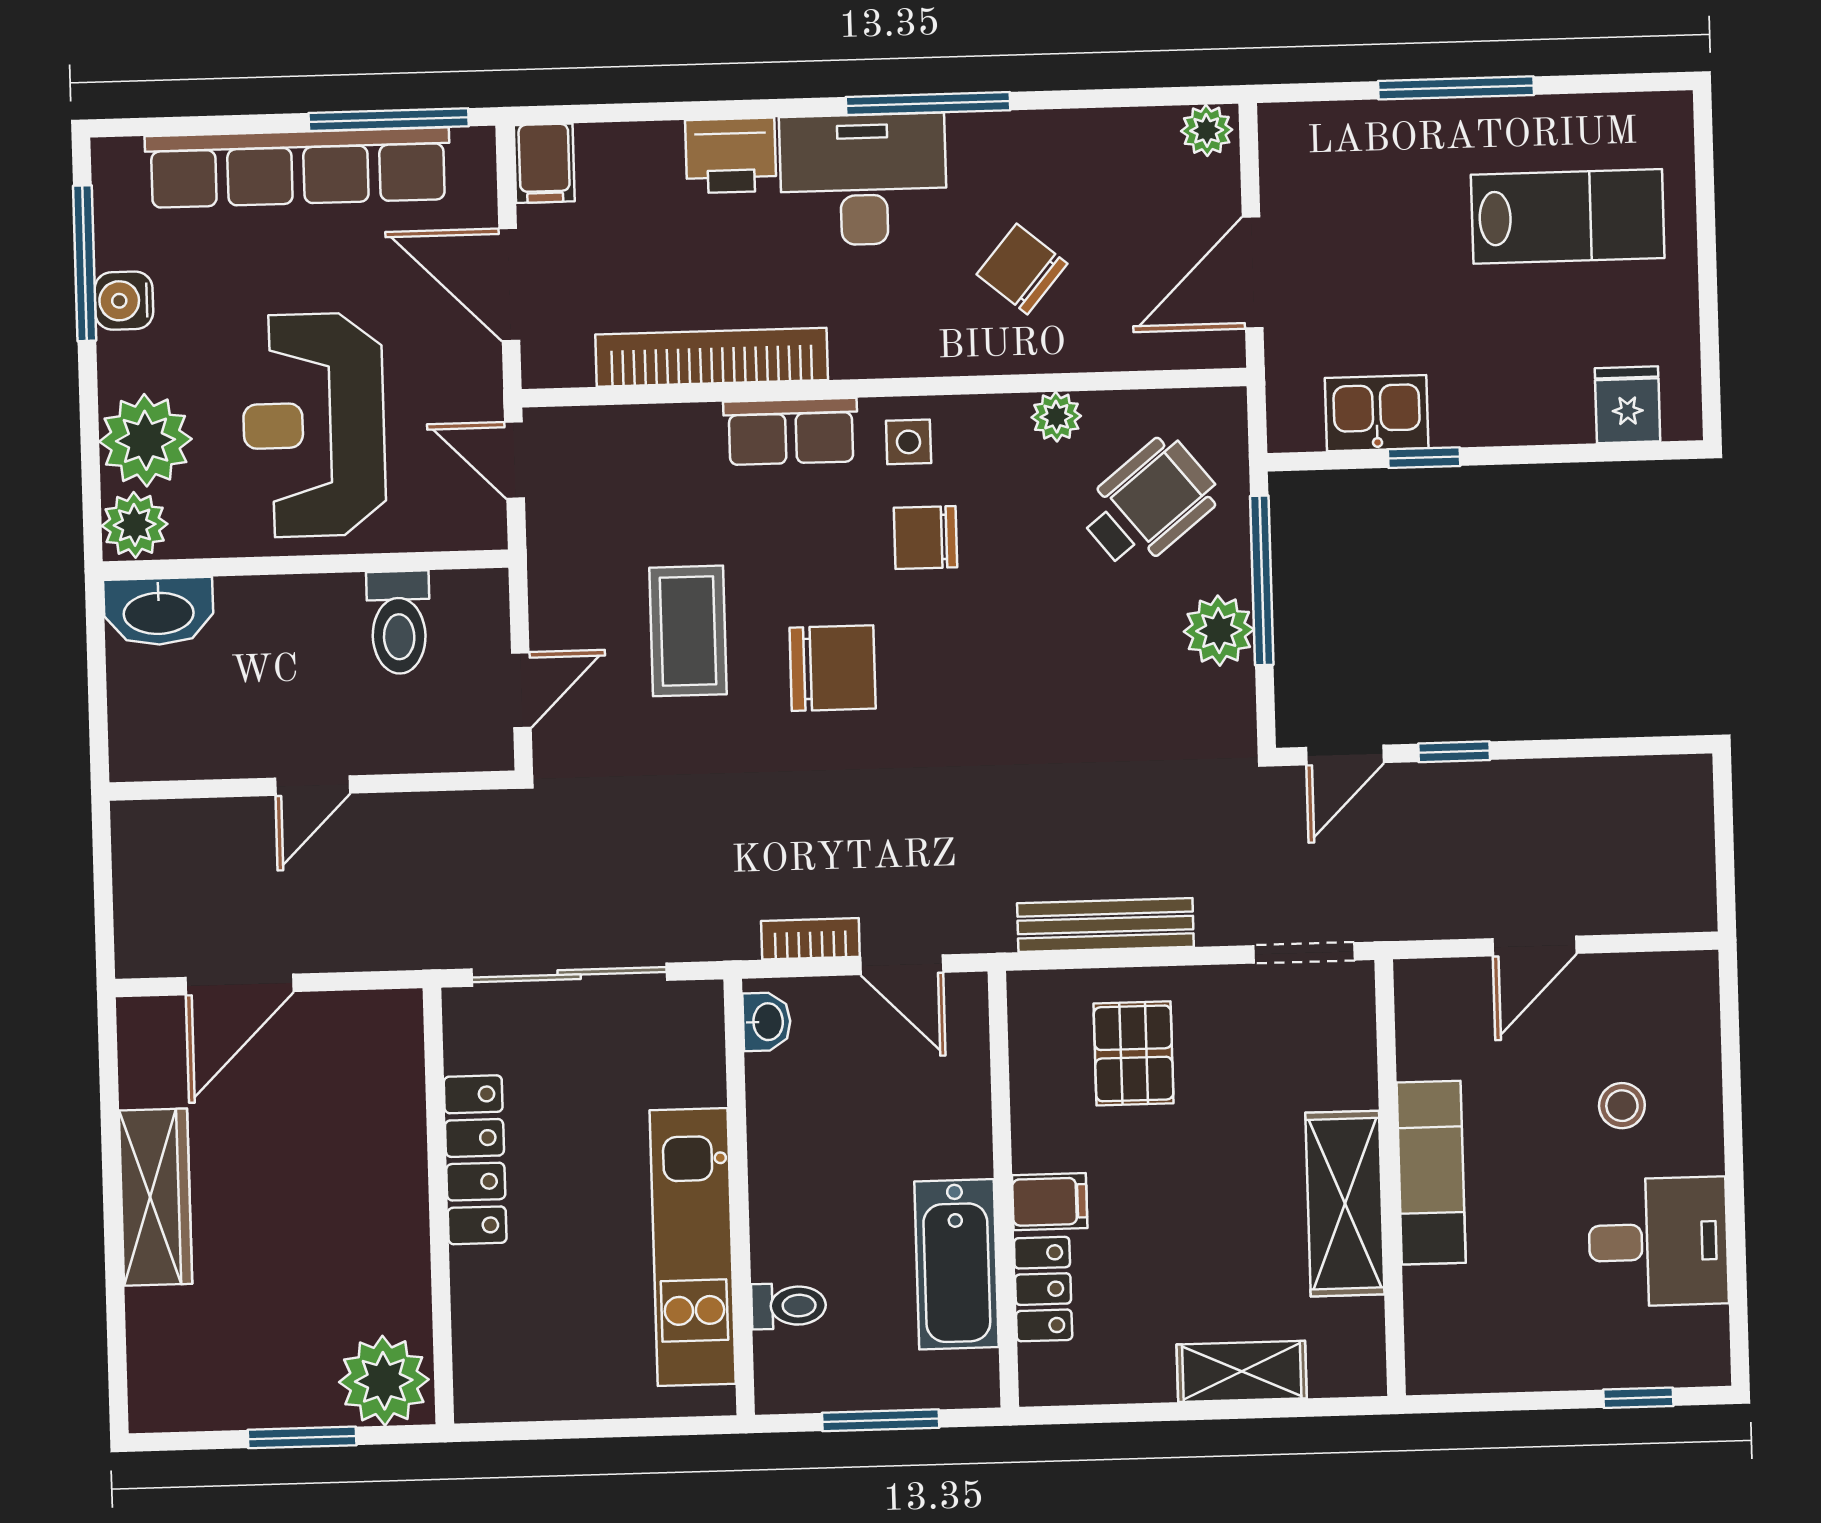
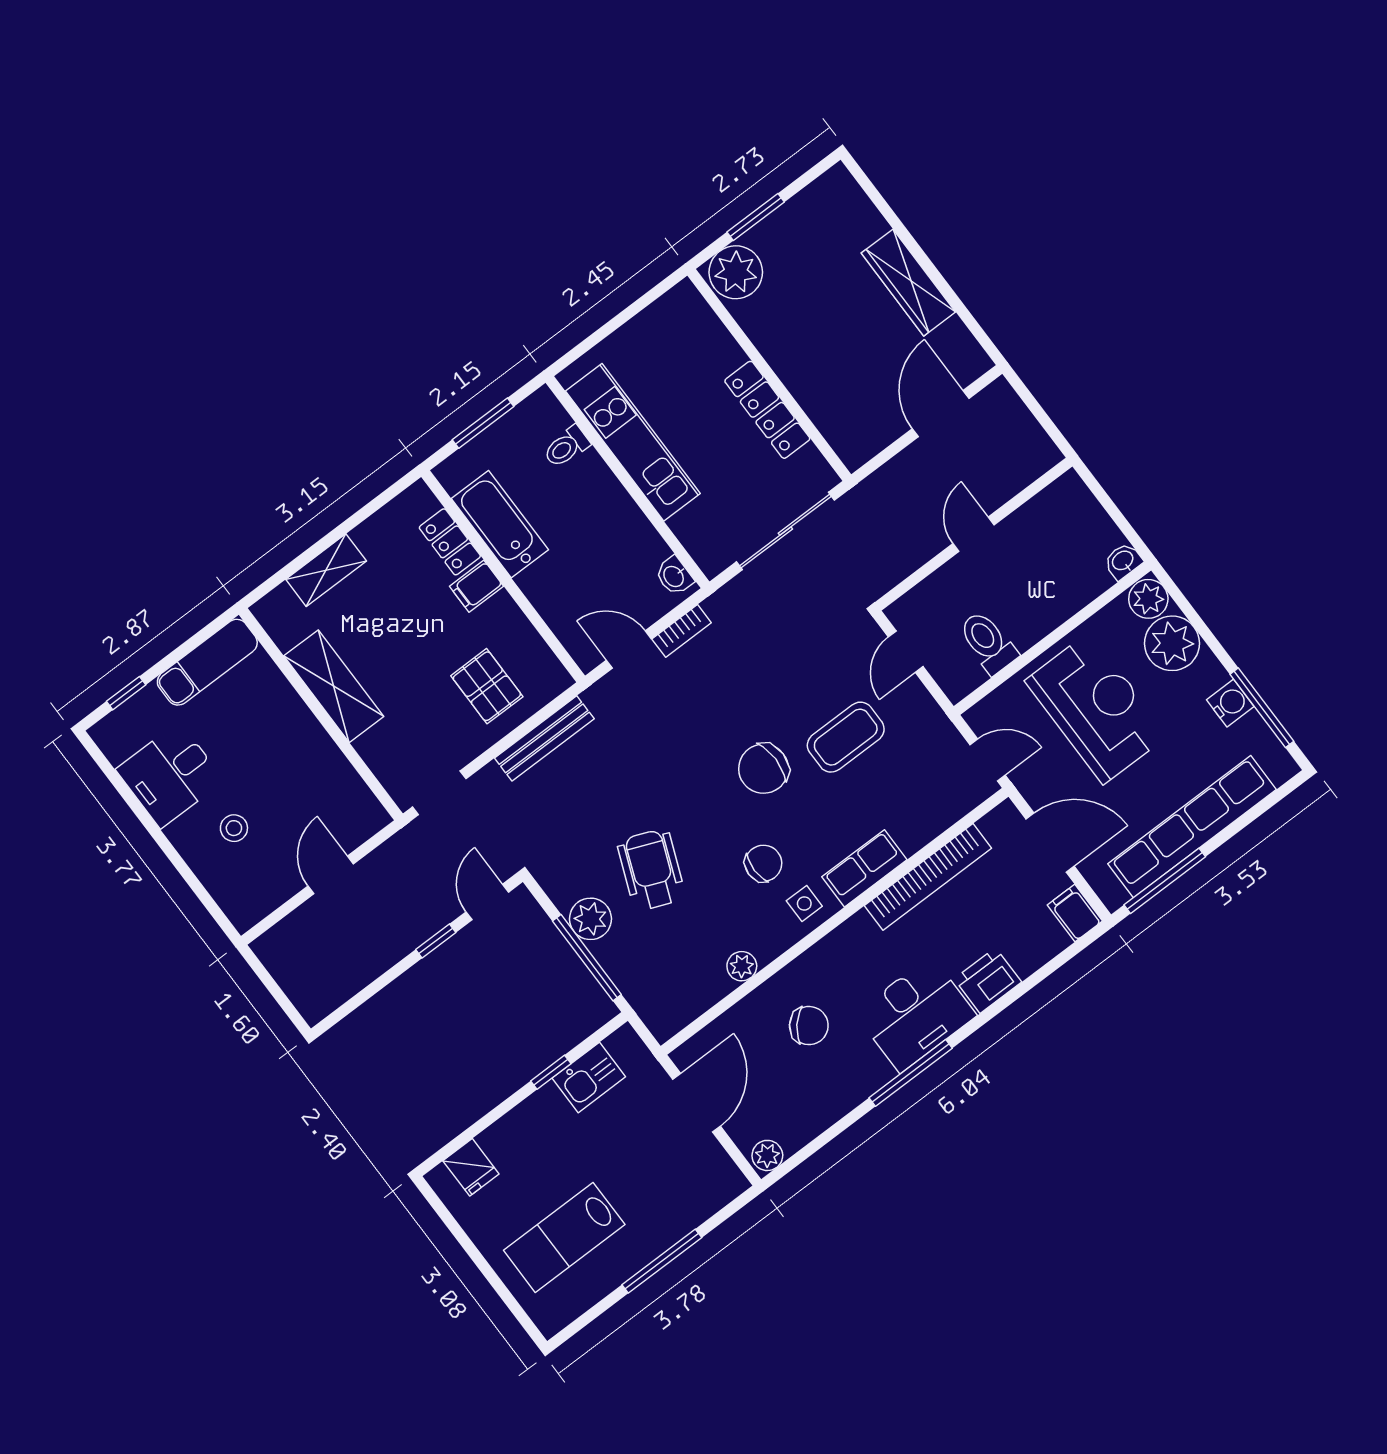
wheelchair: (1149, 503) -> (651, 870), moved, turned 151
washbasin: (159, 611) -> (1123, 561), width x0.52, depth x0.69
coffee table: (688, 631) -> (846, 737), turned 90
exam couch: (1431, 1173) -> (207, 662), moved, turned -90

